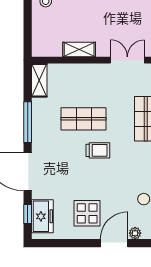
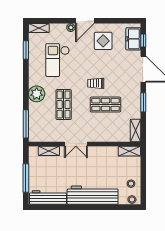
shelving: (79, 50) -> (129, 151), moved
window: (28, 122) -> (143, 102), width x0.69

